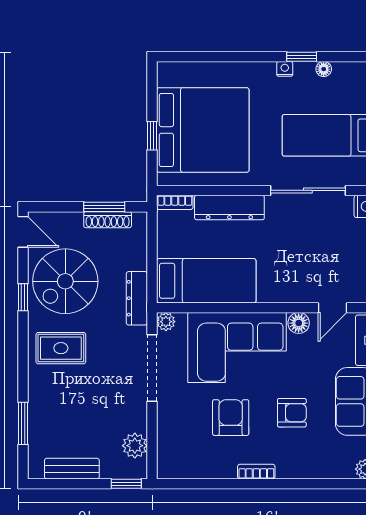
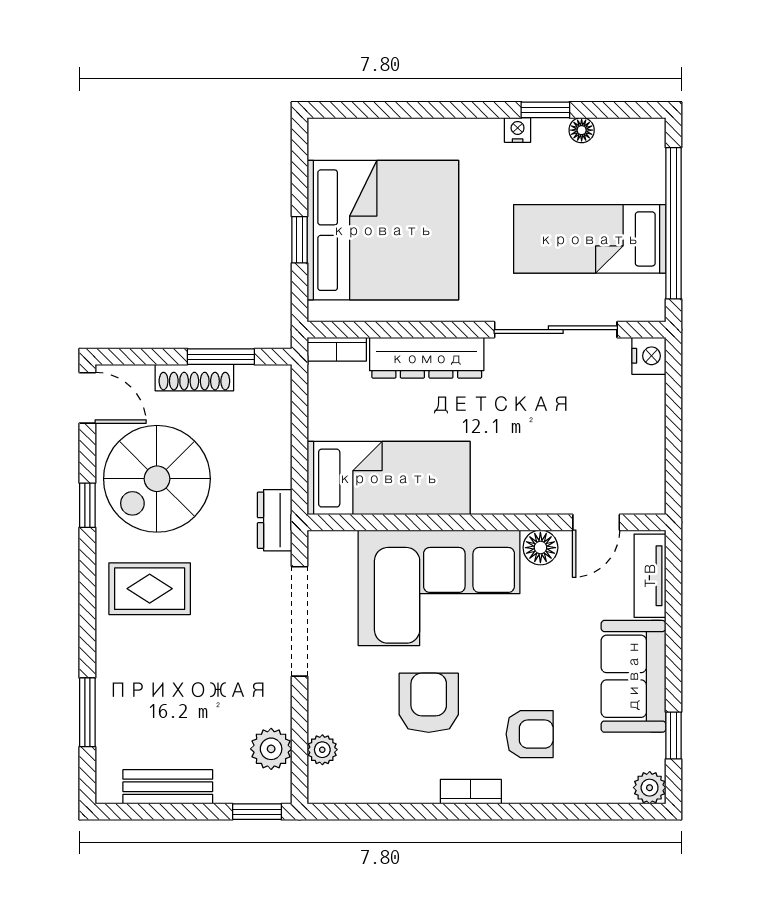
shoe rack: (108, 220) -> (194, 378), moved
dresser: (137, 298) -> (275, 520), width x0.70
plant: (166, 322) -> (322, 750), moved
armchair: (292, 413) -> (530, 734), moved

